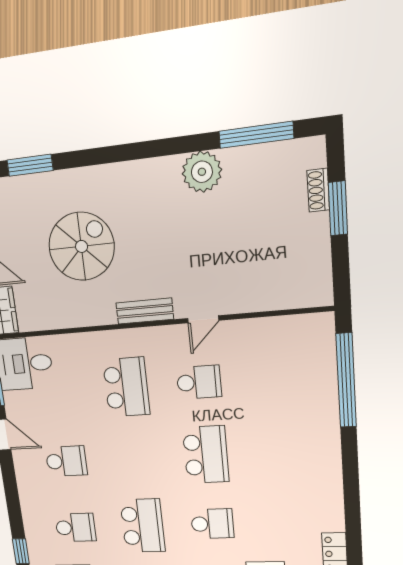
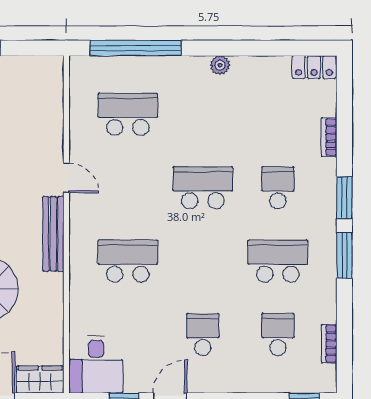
bench: (145, 311) -> (53, 234), width x1.36
school desk: (199, 382) -> (128, 114), moved, width x1.85
plant: (332, 465) -> (220, 65), added

